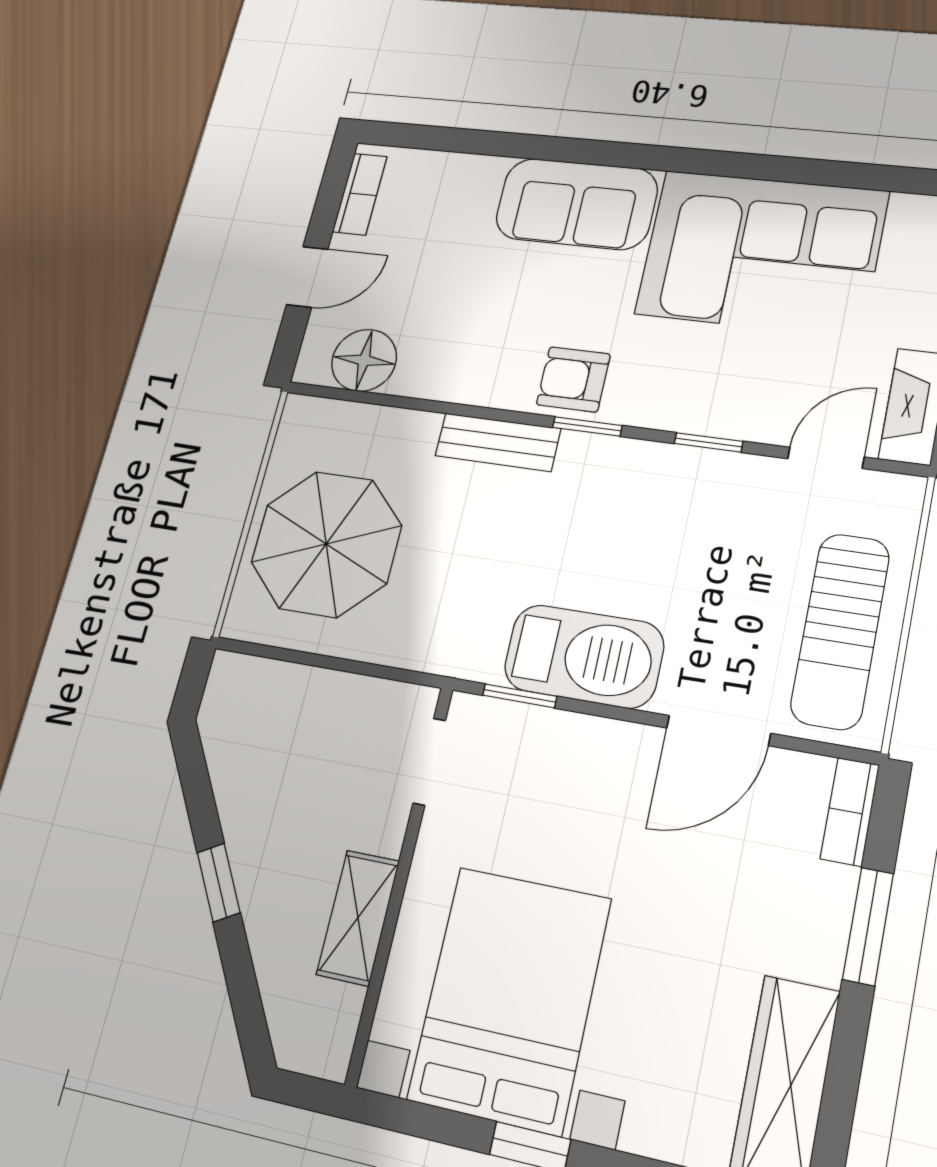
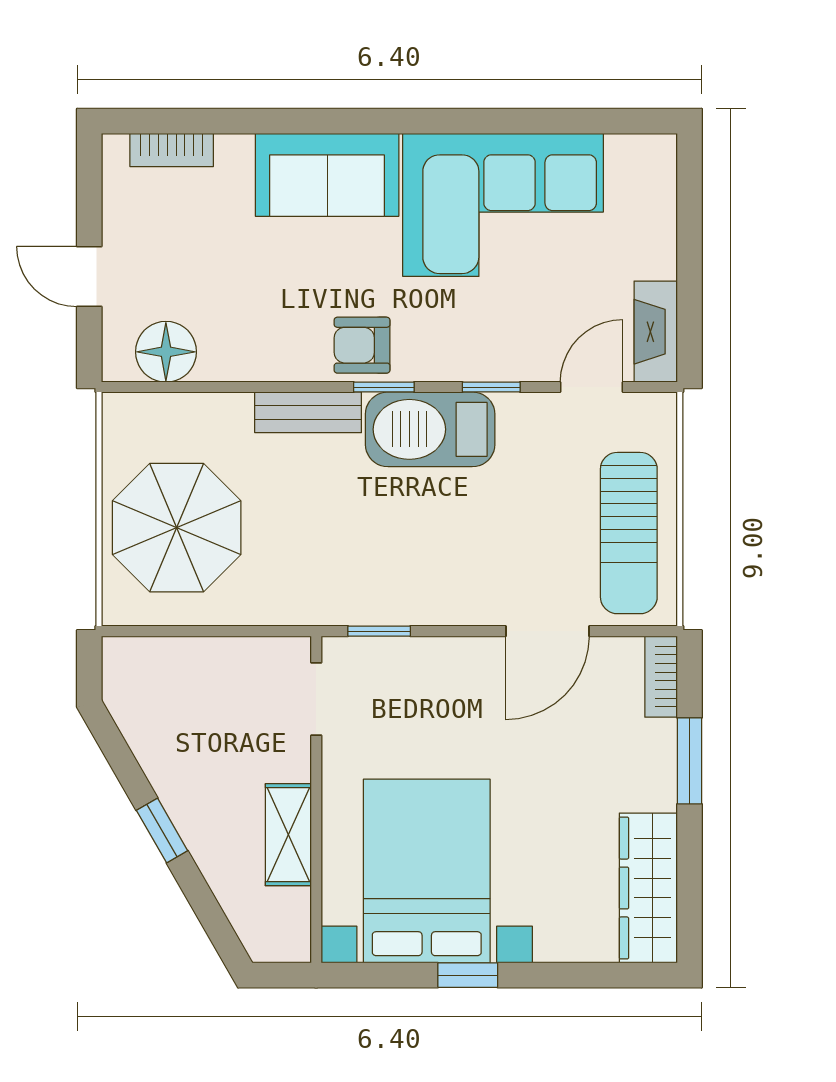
bookcase: (360, 194) -> (172, 150), moved, turned 90
door: (307, 277) -> (89, 277), swing flipped
barbecue: (584, 656) -> (430, 429), moved, turned 180

